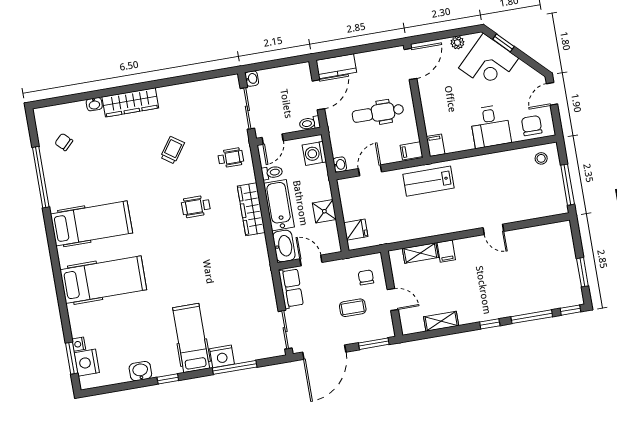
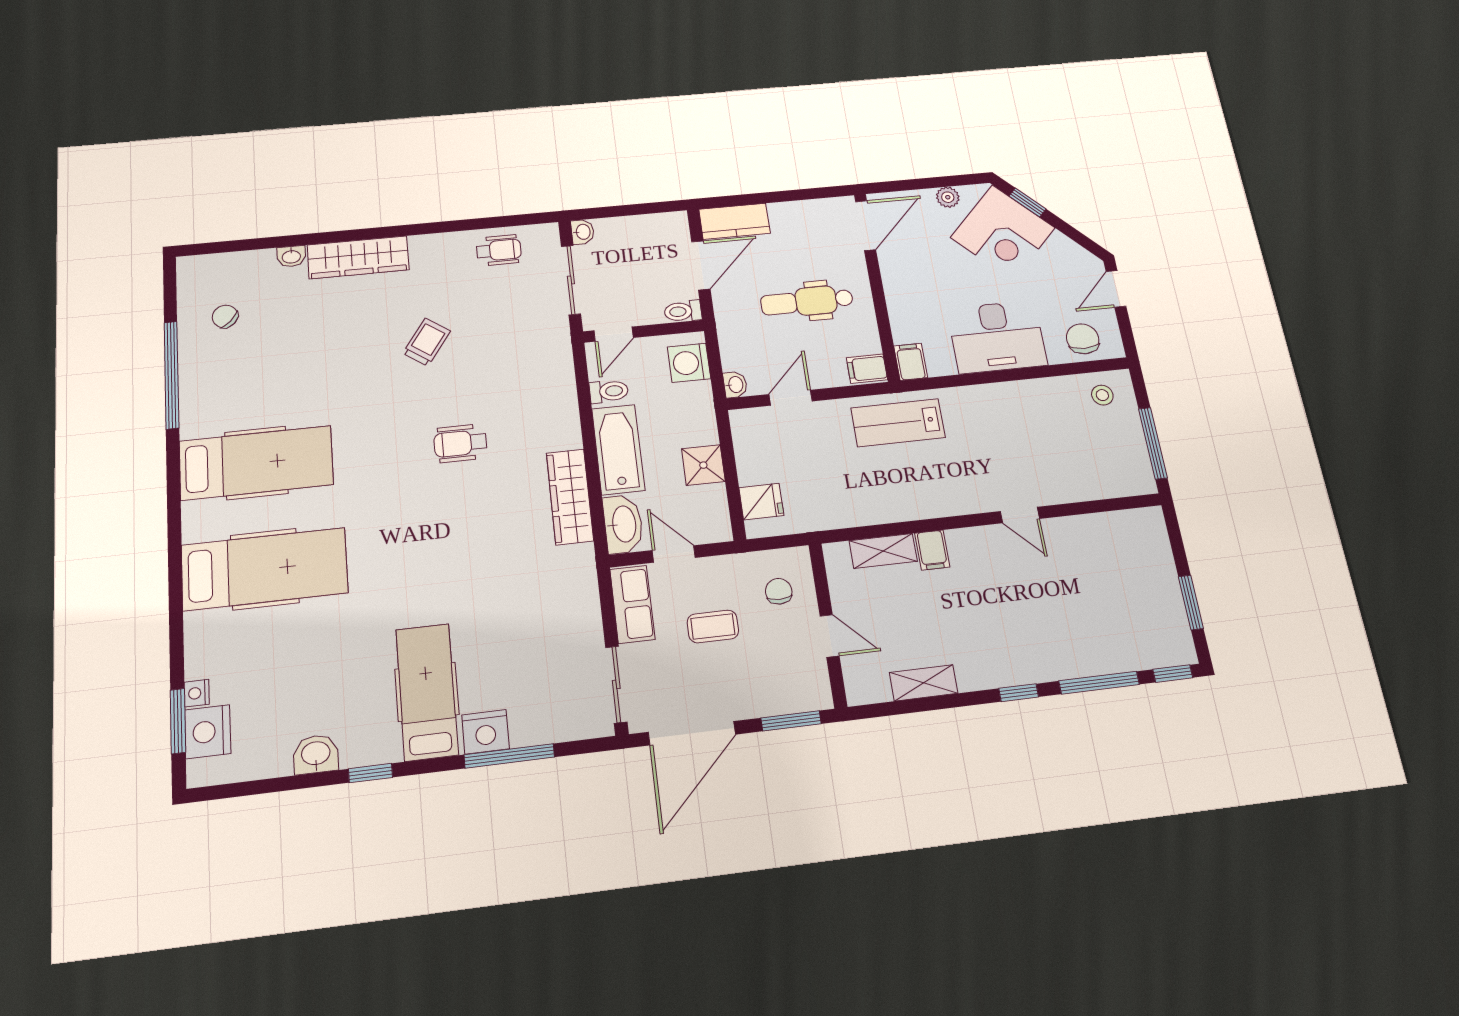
desk: (490, 126) -> (997, 337), width x1.37
wheelchair: (231, 158) -> (499, 250), moved
wardrobe: (251, 209) -> (570, 497), moved
coffee table: (353, 308) -> (713, 627), moved

